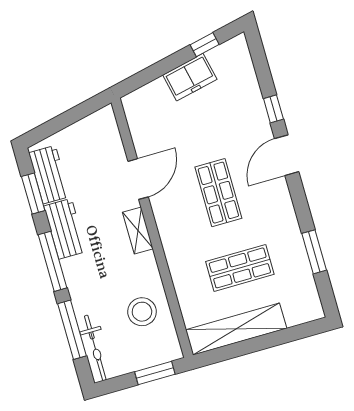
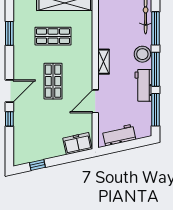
freezer: (190, 77) -> (78, 144), moved
workbench: (49, 175) -> (119, 135), moved, turned 78
window: (33, 193) -> (156, 110), width x1.44
shelving: (138, 230) -> (104, 62), moved
stool: (142, 312) -> (142, 54), moved

